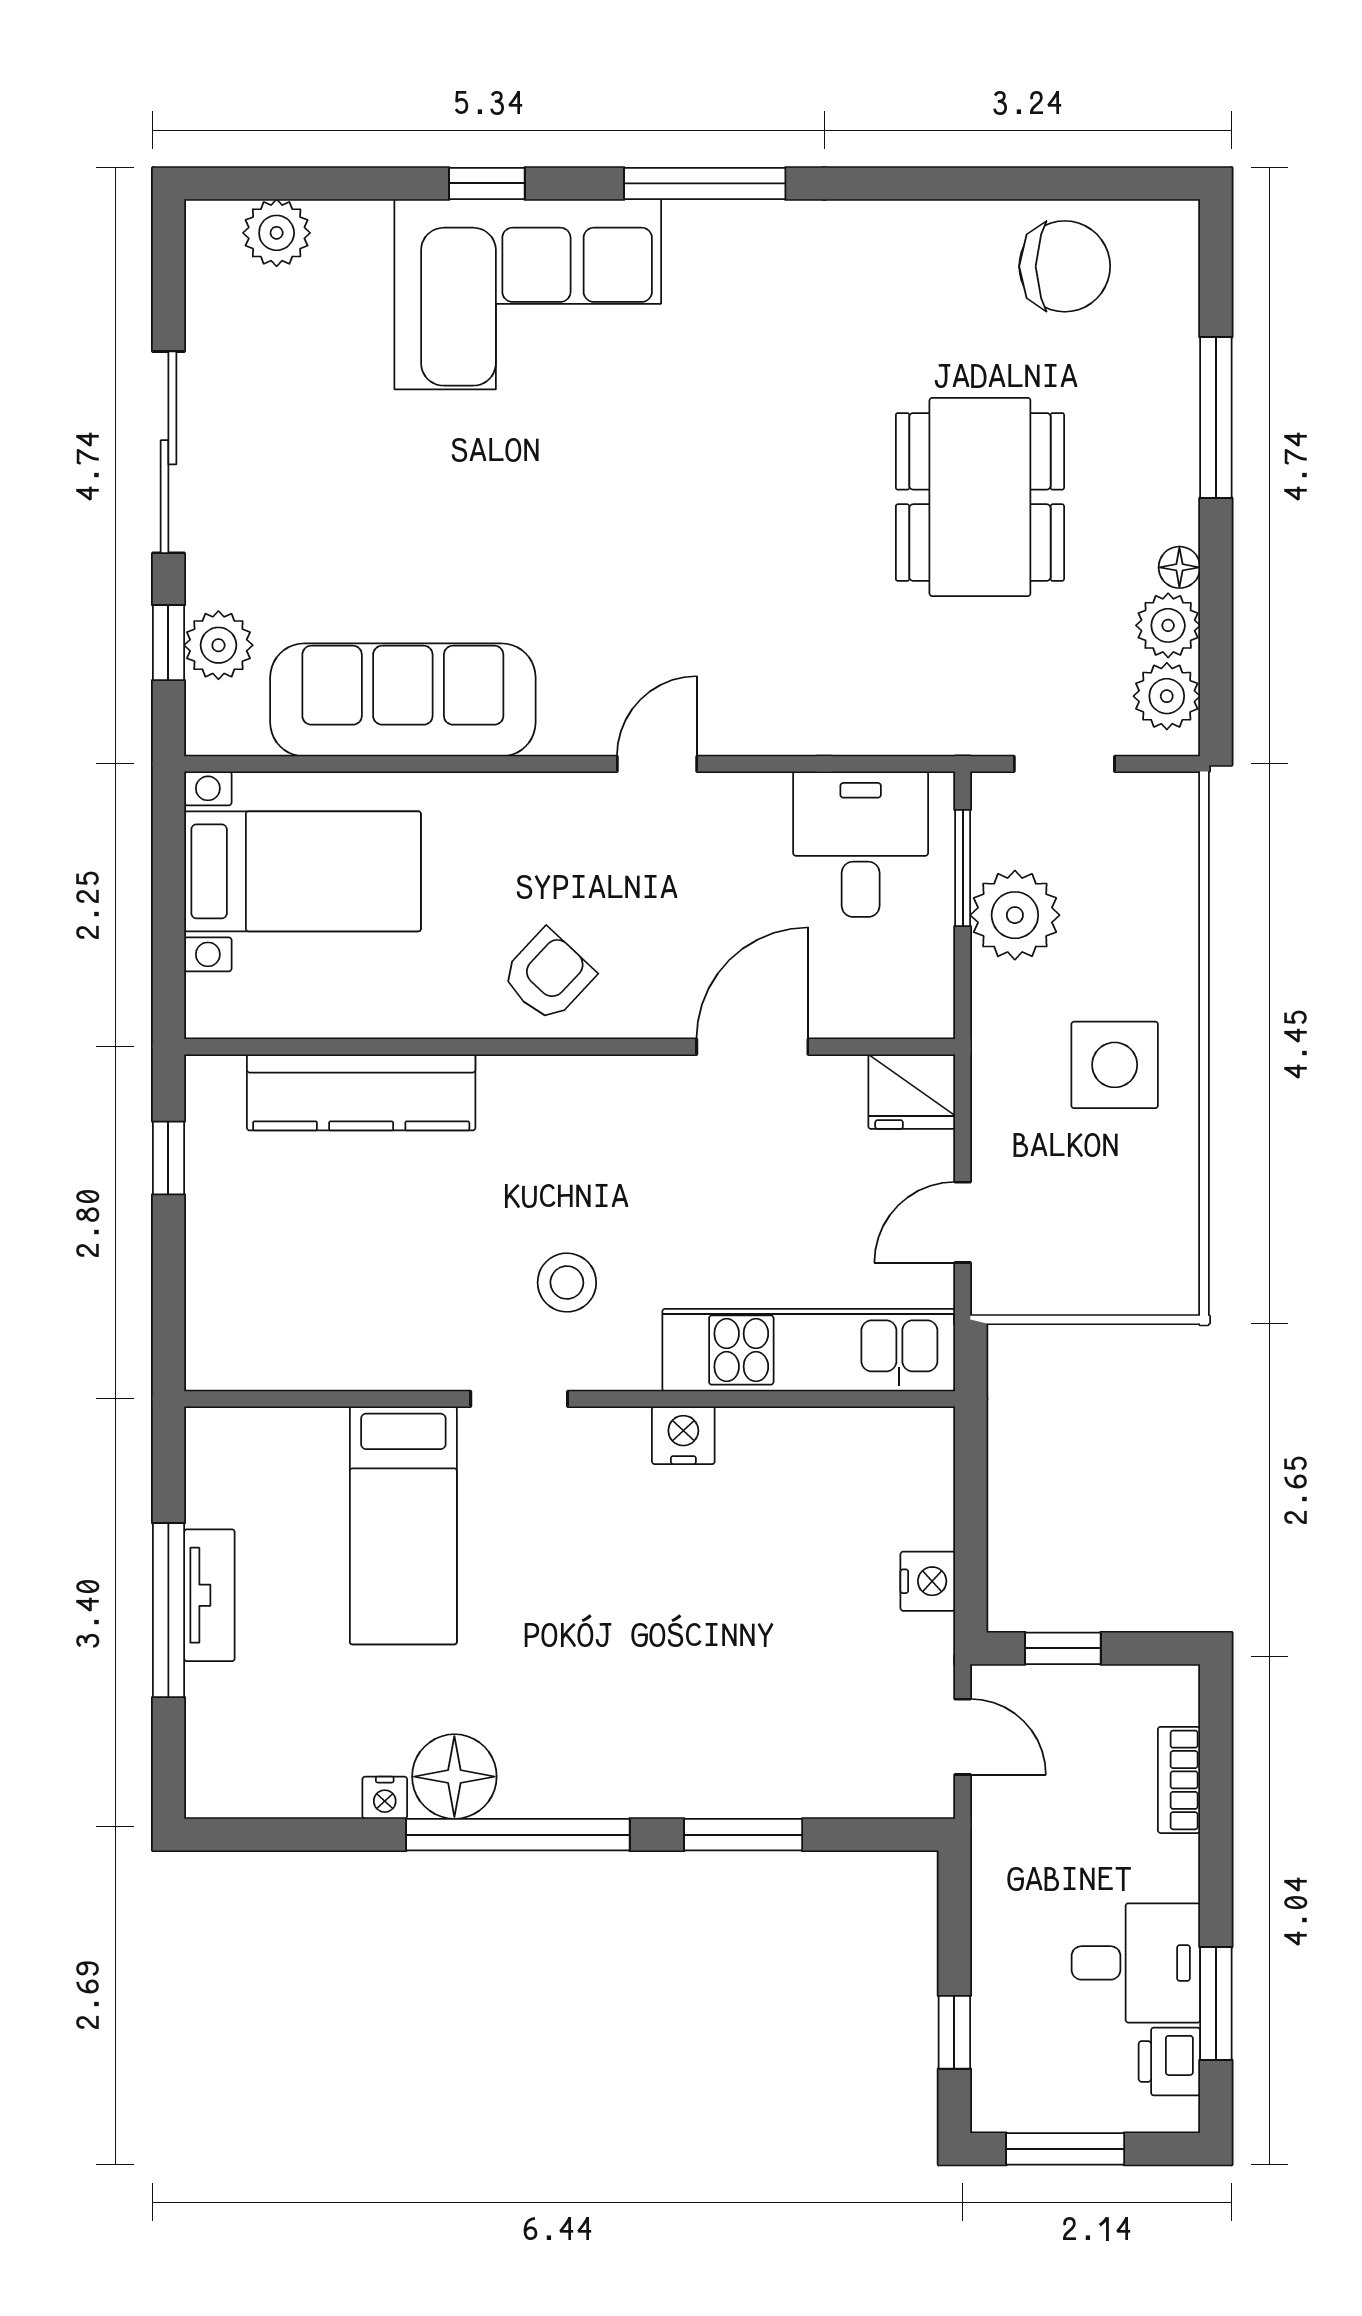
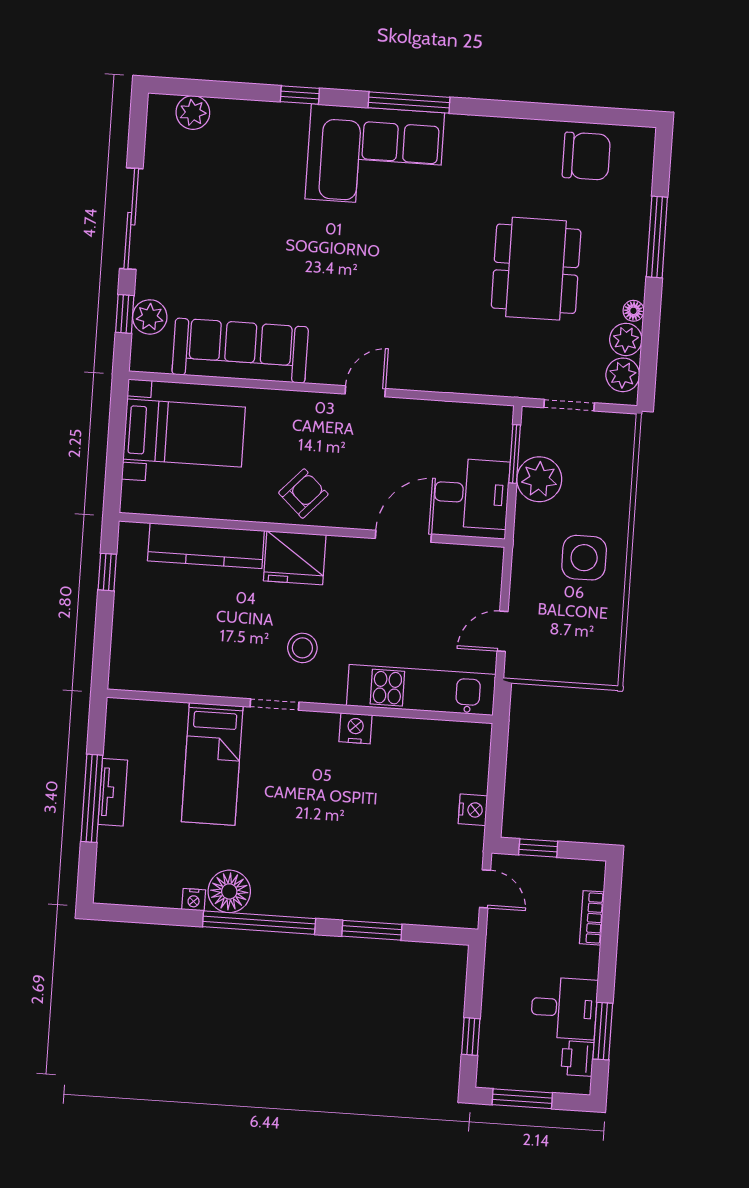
corner sofa: (528, 294) -> (375, 156), moved
desk: (861, 844) -> (472, 493), moved, turned 90
fridge: (912, 1092) -> (295, 558), moved, width x1.36, depth x1.34

